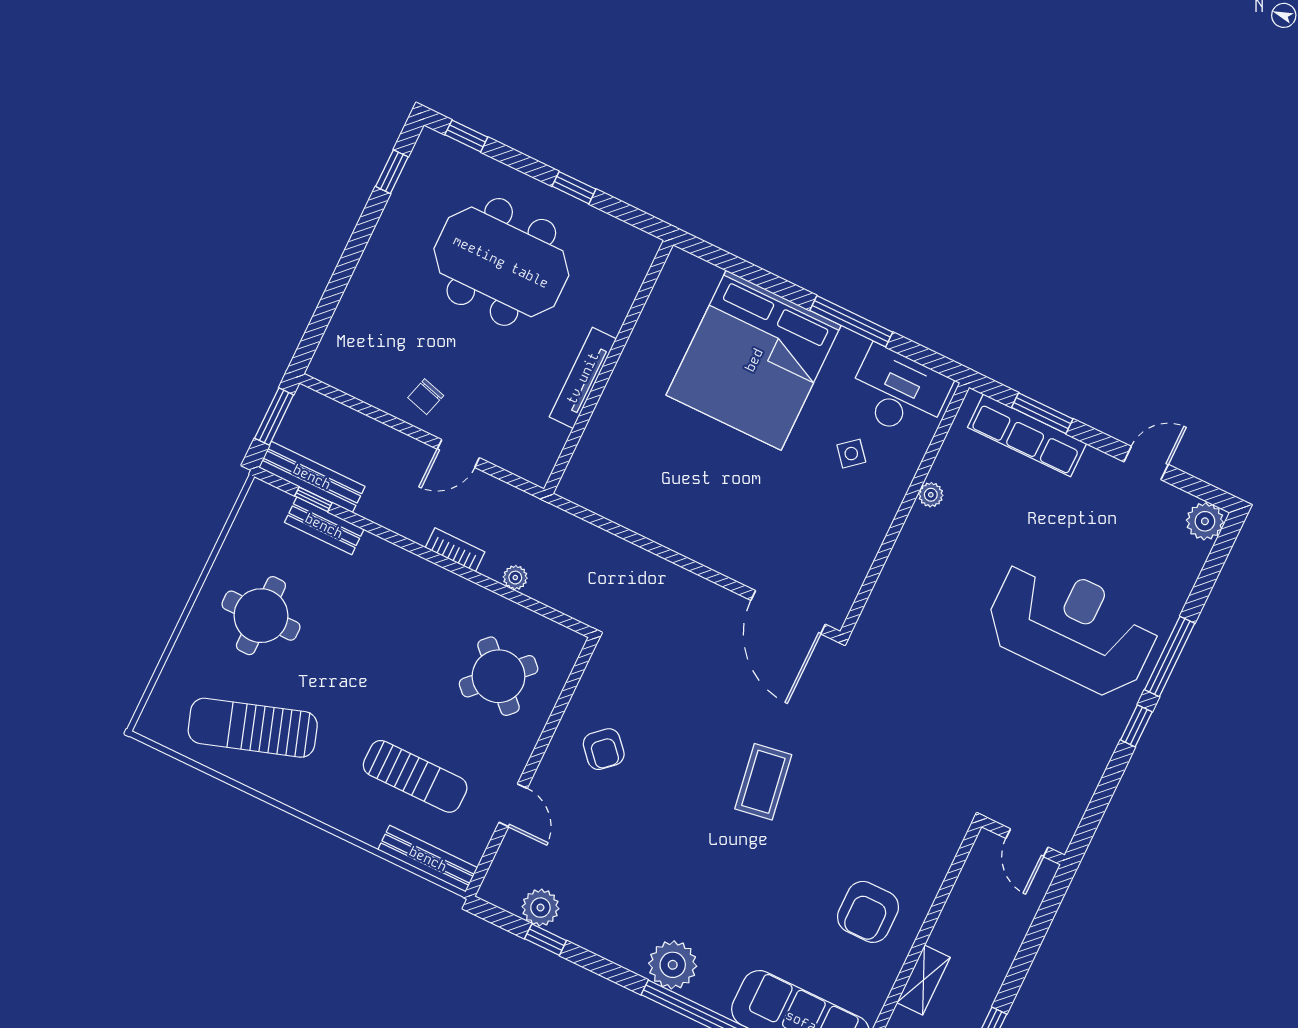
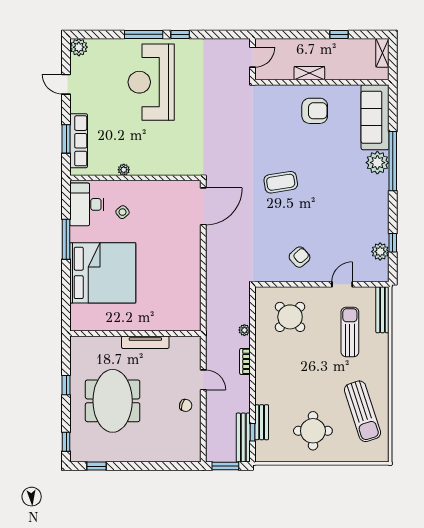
plant: (673, 965) -> (377, 163), moved
shelving: (924, 980) -> (309, 73), moved

